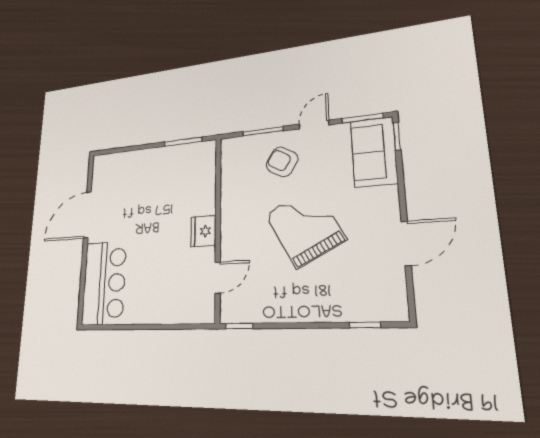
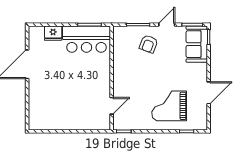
armchair: (282, 162) -> (149, 44), turned -100
grand piano: (305, 227) -> (169, 106), moved, turned -62
fridge: (203, 231) -> (53, 33), moved, turned -90
bar counter: (104, 283) -> (86, 39), moved, turned 90

